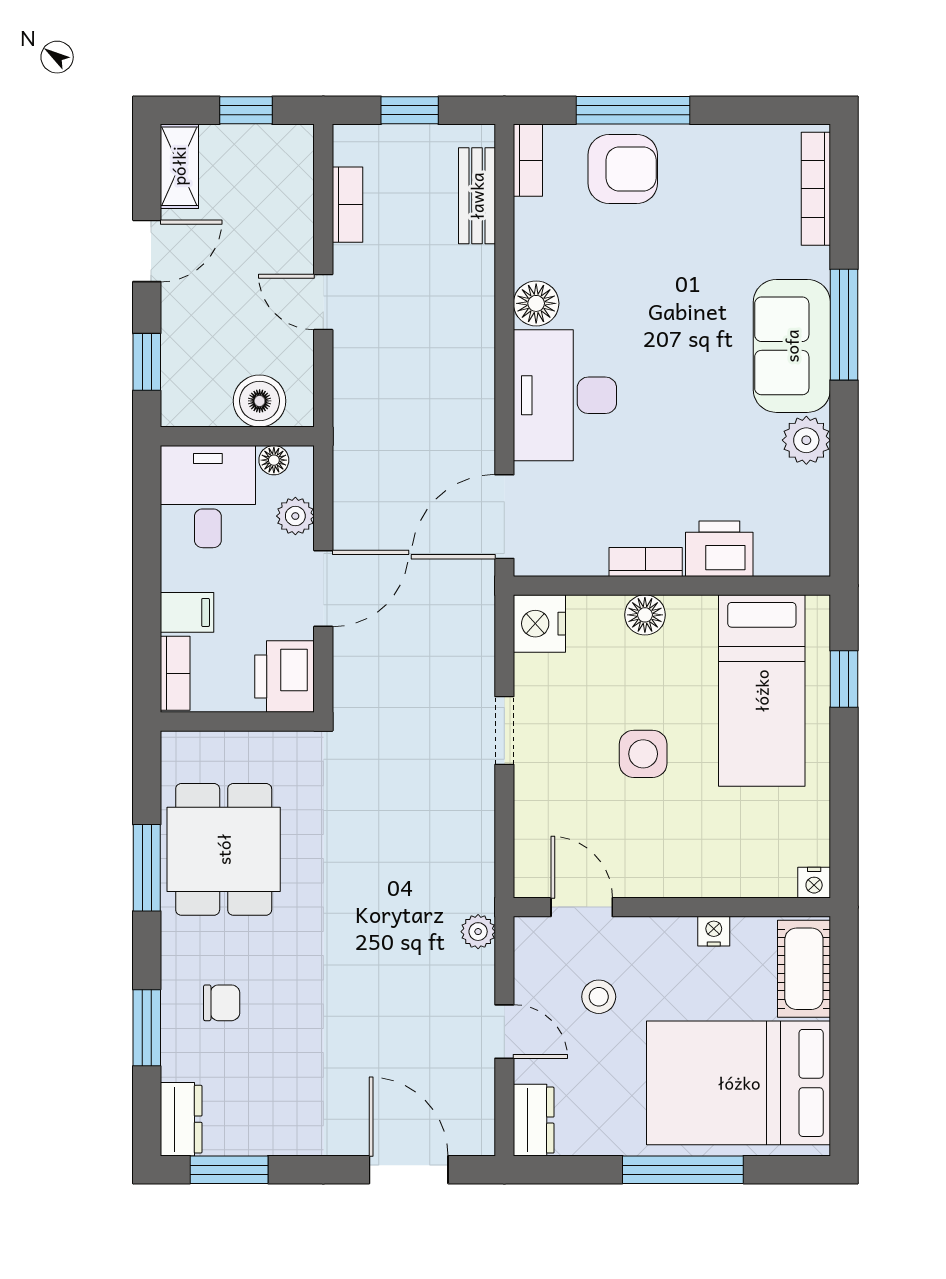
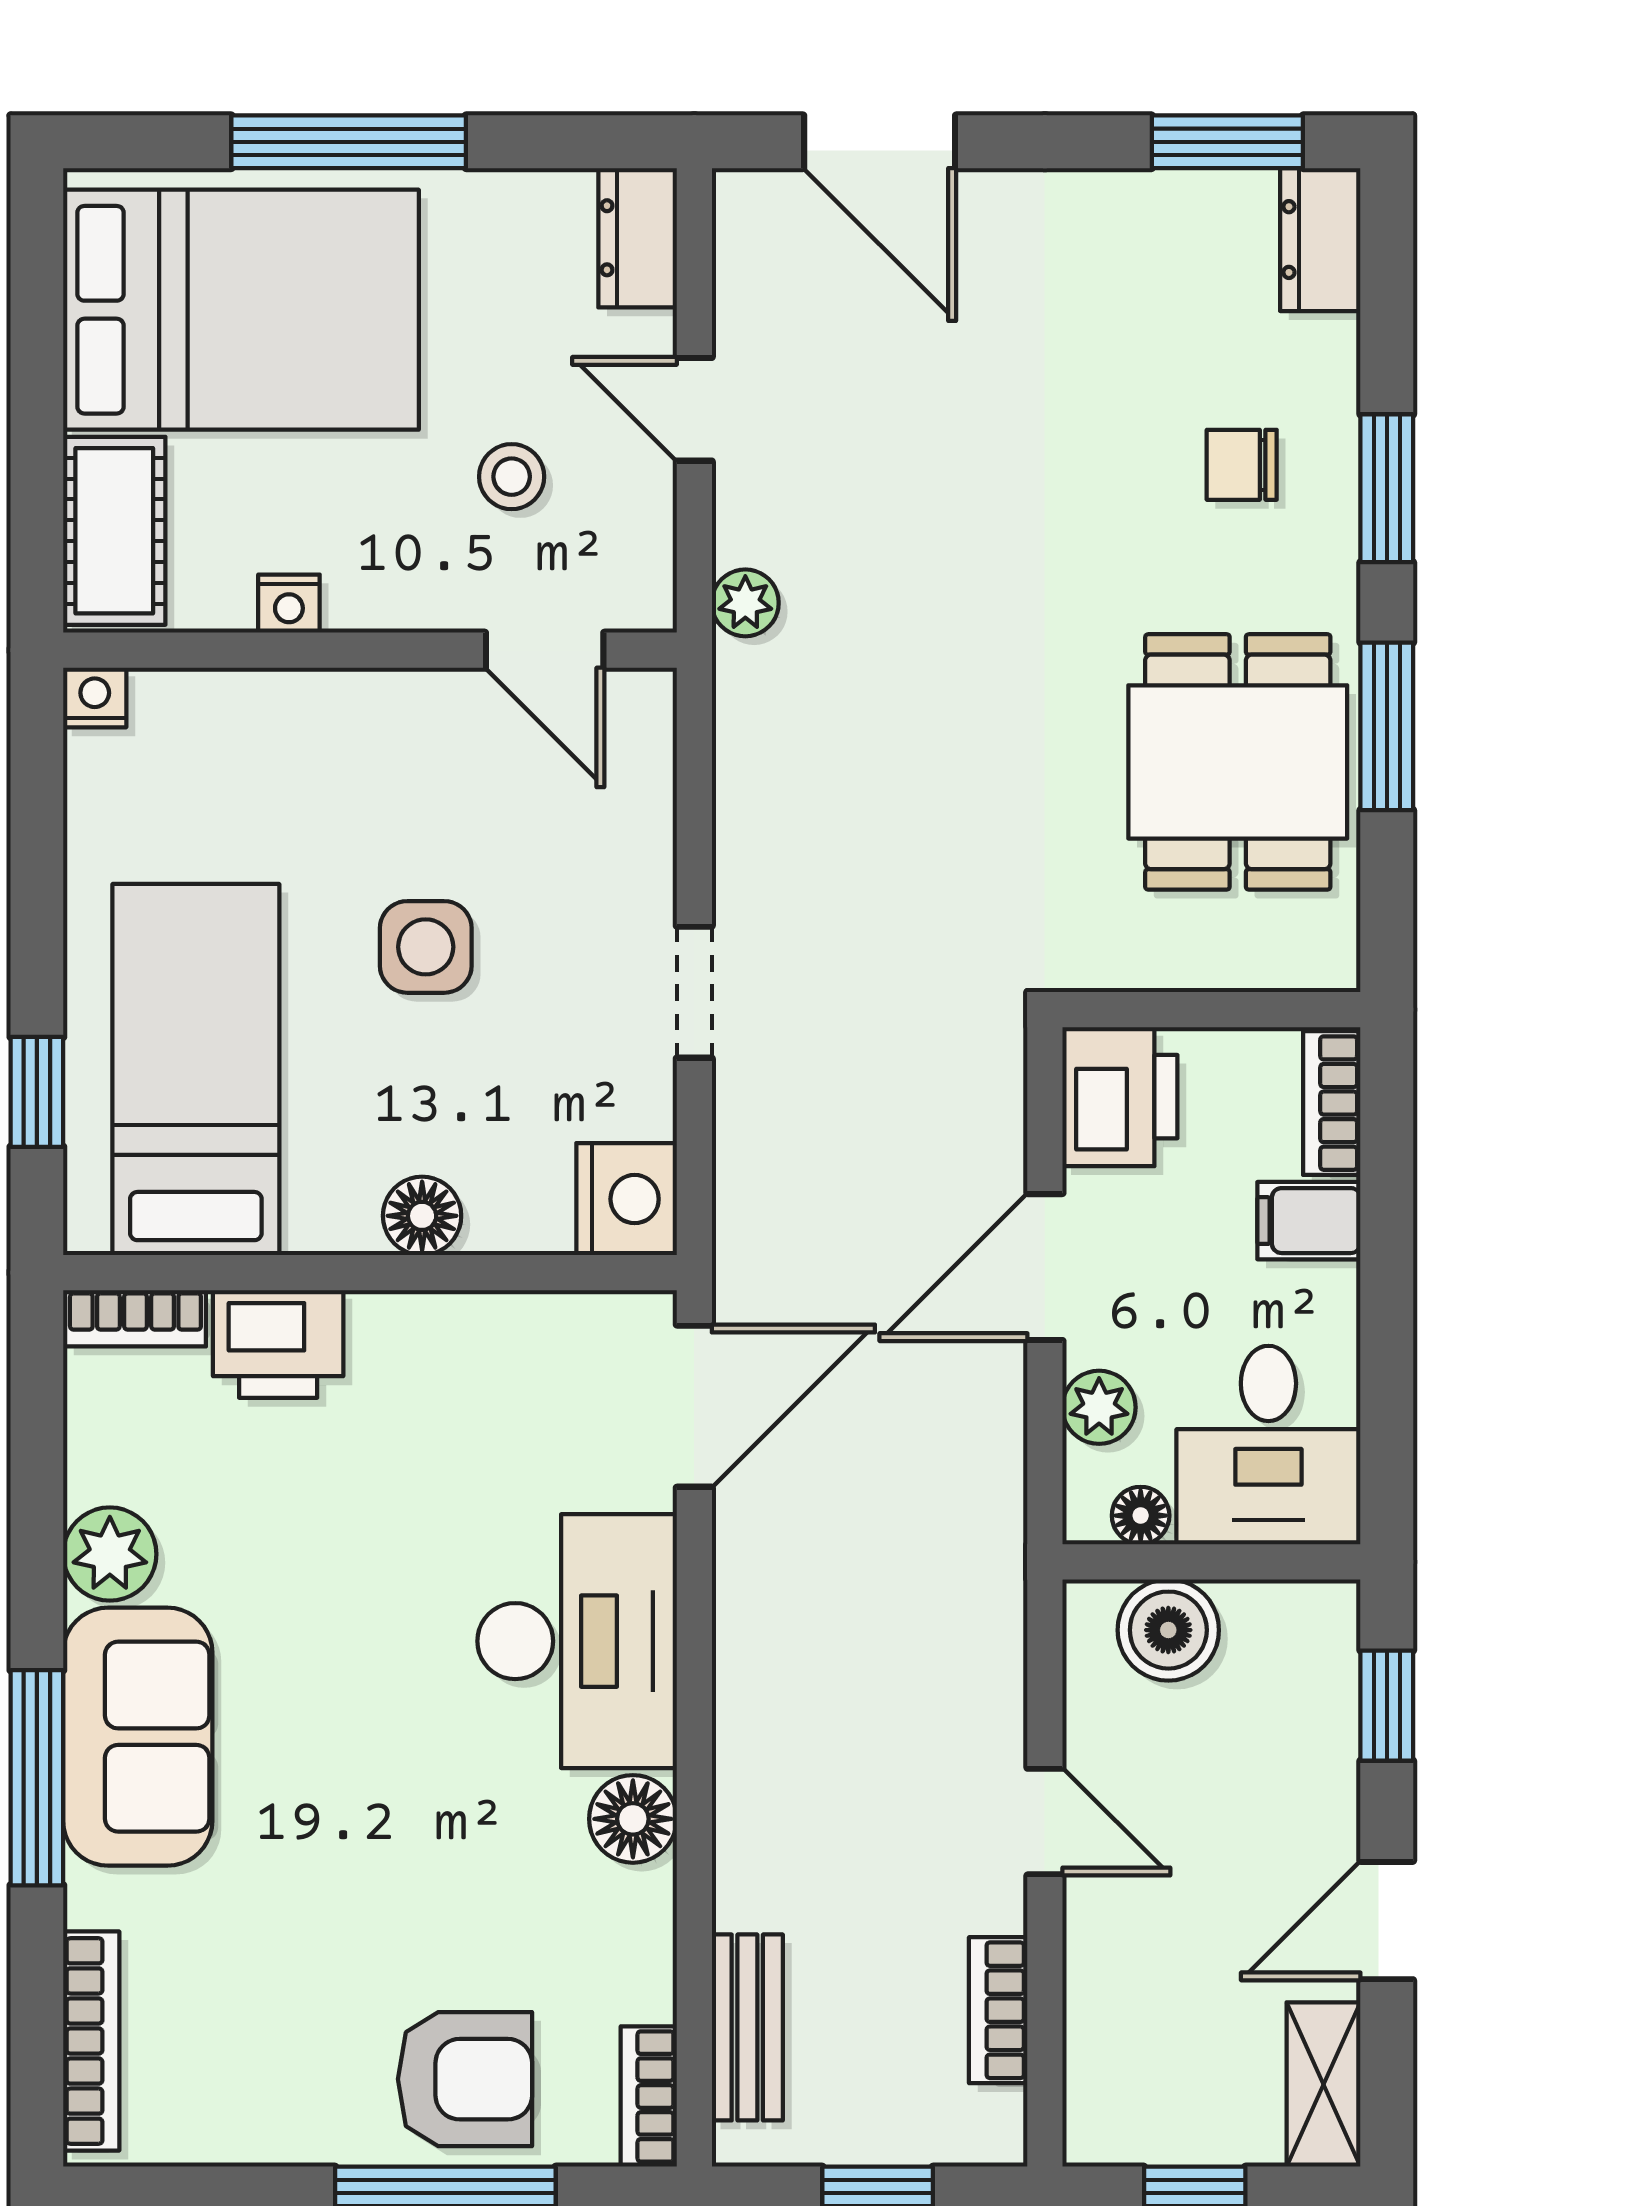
armchair: (623, 169) -> (465, 2079), turned 180
bookcase: (646, 562) -> (135, 1318), moved
window: (147, 1028) -> (1387, 488), moved

